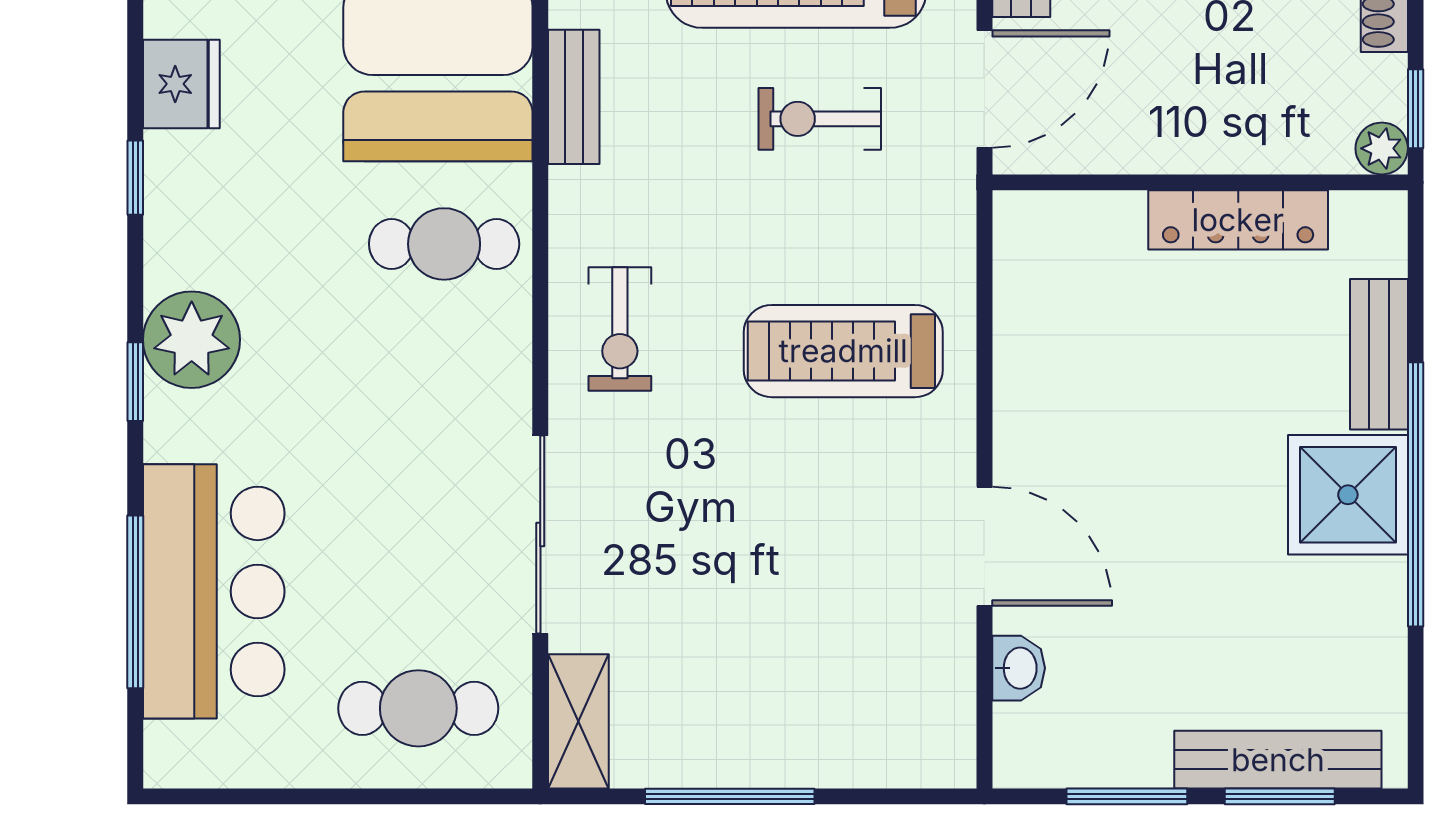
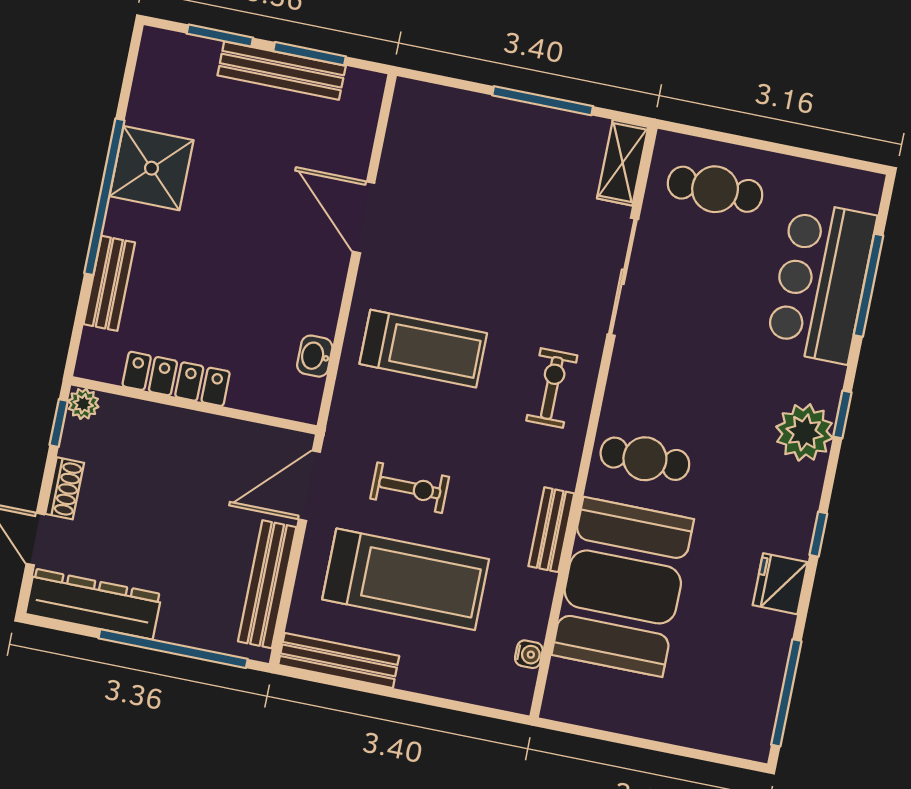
shower: (1348, 495) -> (151, 168), moved
washbasin: (1019, 668) -> (315, 356), moved
bench: (1278, 760) -> (282, 71), moved

